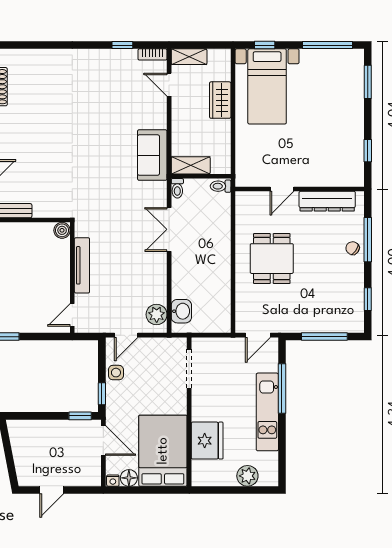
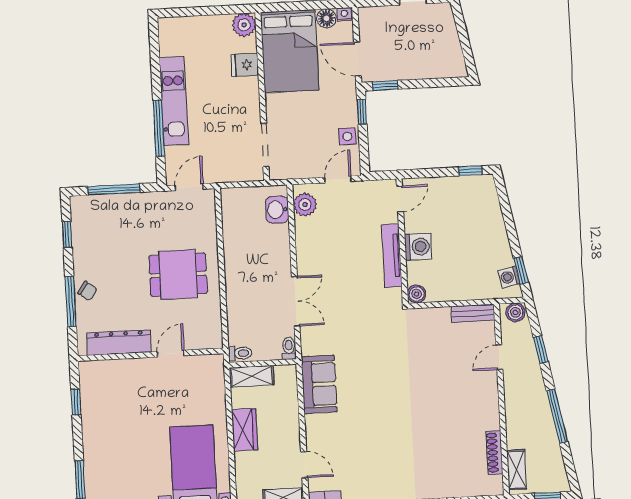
wardrobe: (220, 100) -> (245, 430), moved
shelving: (191, 165) -> (252, 376), moved
dining table: (272, 259) -> (178, 275), turned 90
washing machine: (59, 272) -> (418, 247), added
fridge: (207, 441) -> (245, 65), width x0.53, depth x0.75
plant: (247, 476) -> (244, 25), moved

